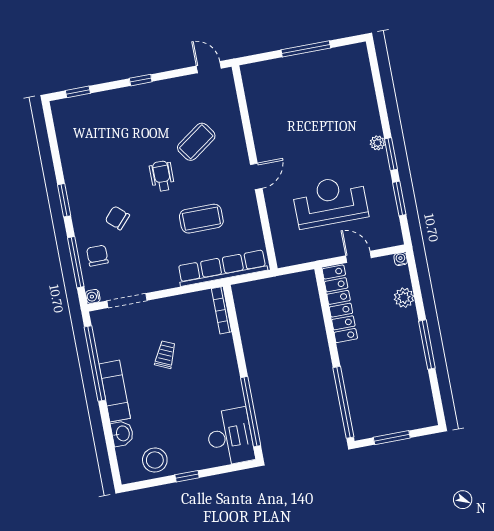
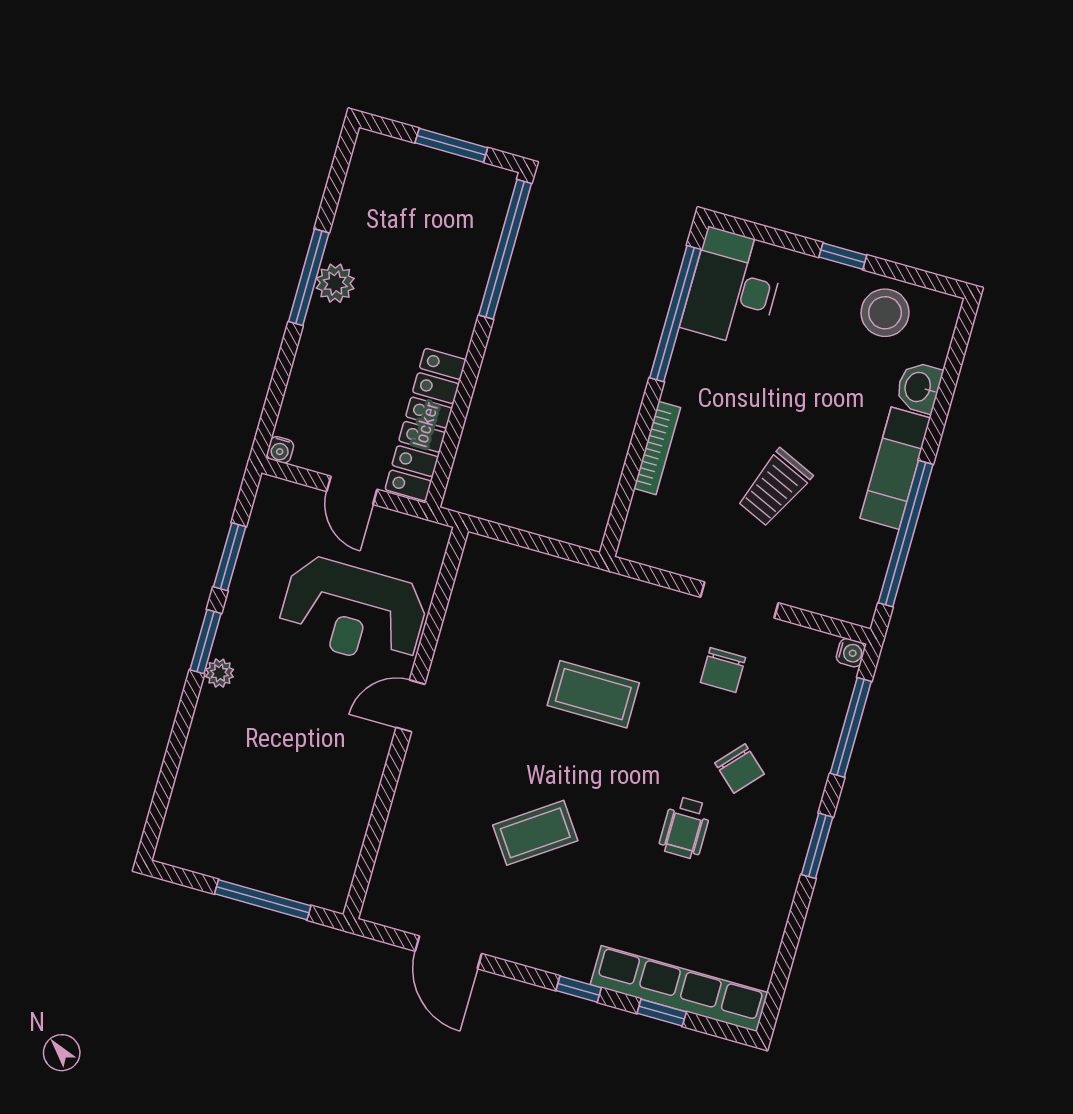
door: (209, 67) -> (448, 952), width x1.38
window: (78, 92) -> (662, 1013), moved
wall: (255, 167) -> (406, 723), moved
wheelchair: (162, 176) -> (685, 828), moved
door: (256, 176) -> (411, 706), moved
chair: (97, 256) -> (723, 670), moved
row of seats: (222, 268) -> (679, 989), moved, turned 180
plant: (404, 298) -> (335, 283), moved
doorway: (127, 301) -> (739, 600), moved
bookcase: (222, 310) -> (657, 448), moved
trolley: (165, 355) -> (775, 488), width x1.36, depth x1.39

